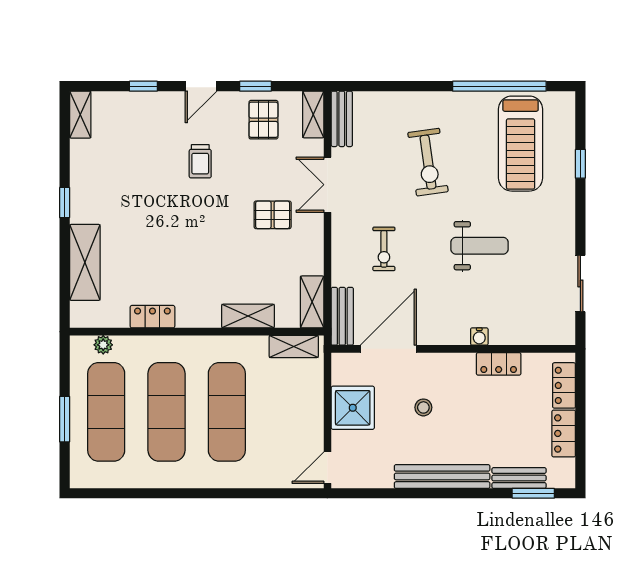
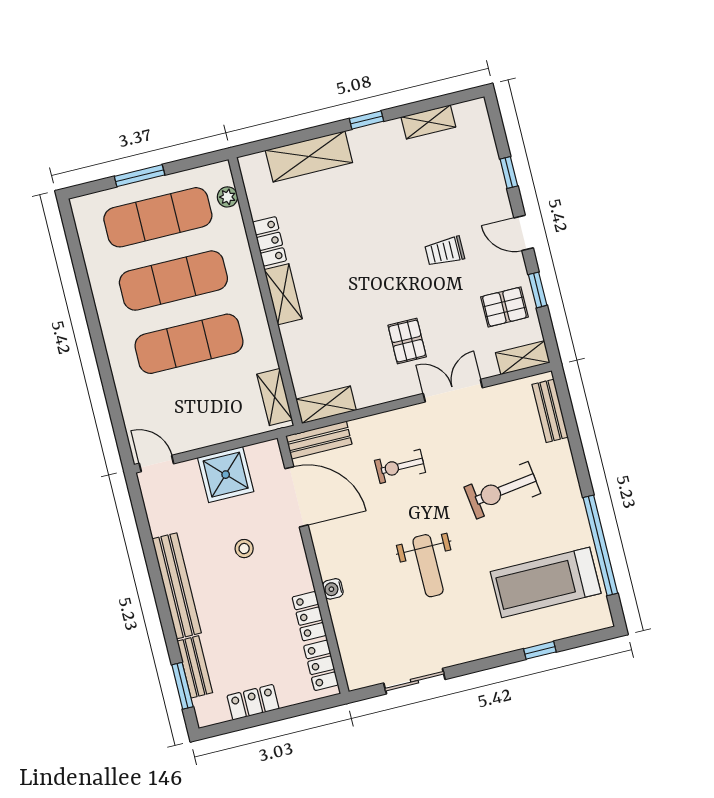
shelving: (80, 115) -> (428, 122), moved
bench: (342, 119) -> (550, 411), moved, turned 90
shelving: (248, 316) -> (283, 294), moved
locker: (564, 385) -> (321, 665), moved, turned -90

